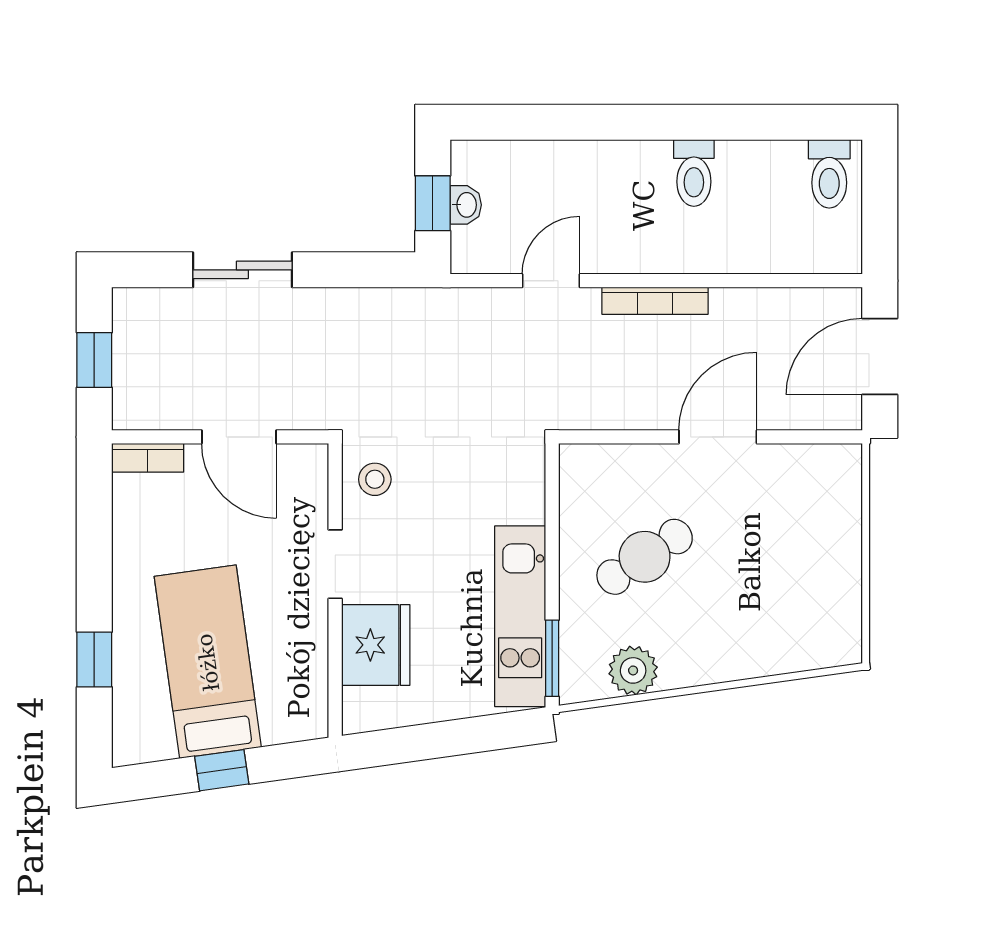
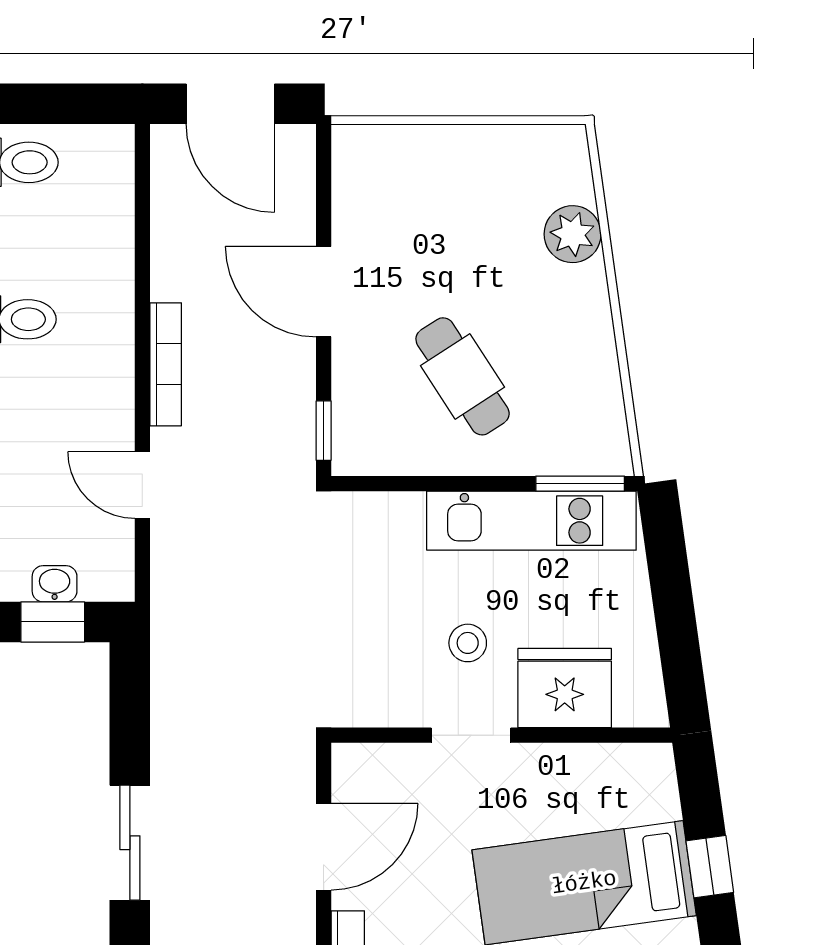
window: (598, 437) -> (324, 431), added
stool: (375, 479) -> (468, 643), moved
plant: (633, 670) -> (573, 234), moved

